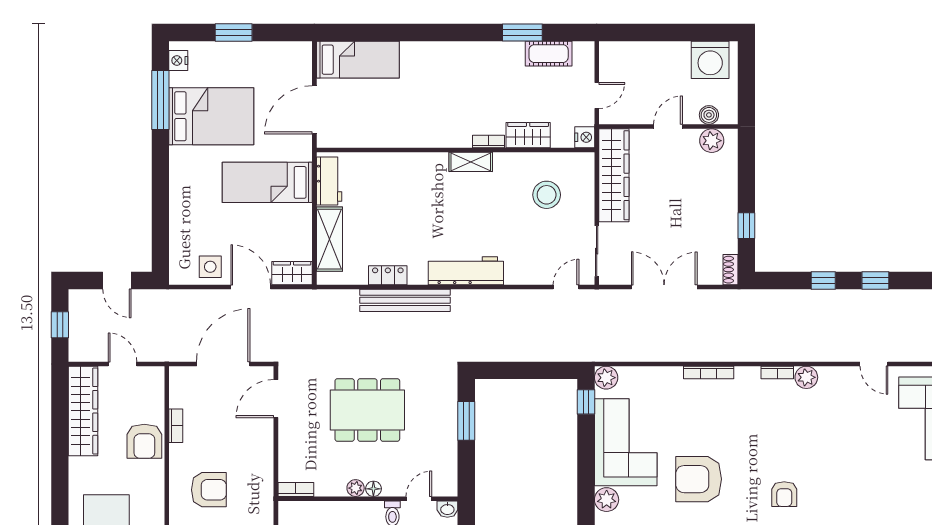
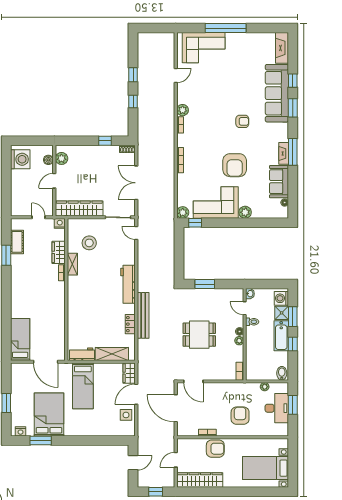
window: (160, 100) -> (41, 440), width x0.69
door: (668, 127) -> (54, 181), hinge flipped
shelving: (471, 162) -> (72, 264), moved
dining table: (367, 410) -> (199, 335), width x0.73

